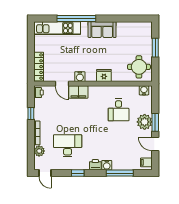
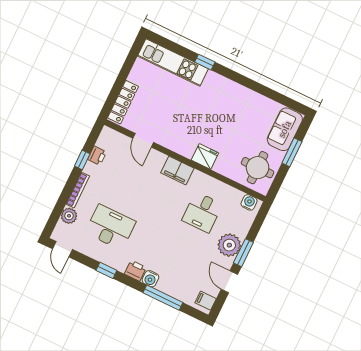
window: (76, 19) -> (205, 62), width x0.32
sofa: (102, 30) -> (285, 129), moved, turned 90
water cooler: (80, 77) -> (172, 142), removed
filing cabinet: (78, 92) -> (177, 170), moved
printer: (39, 93) -> (97, 156), moved

